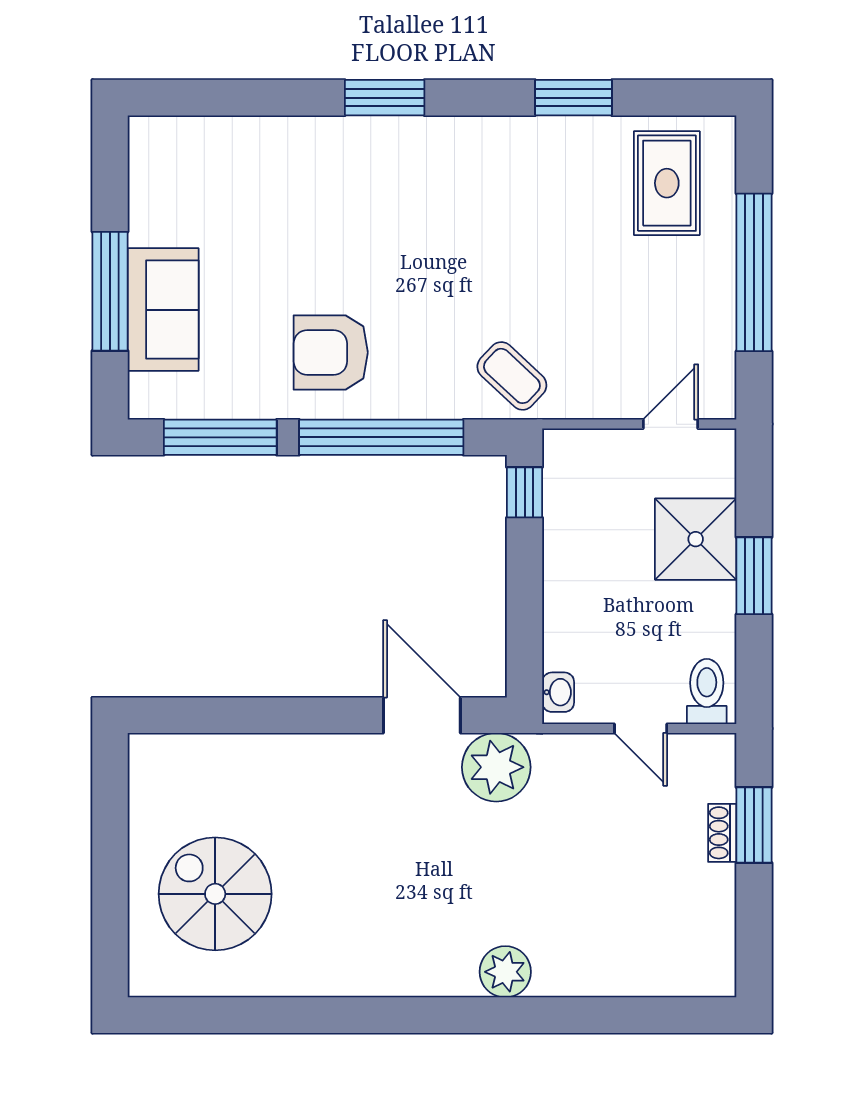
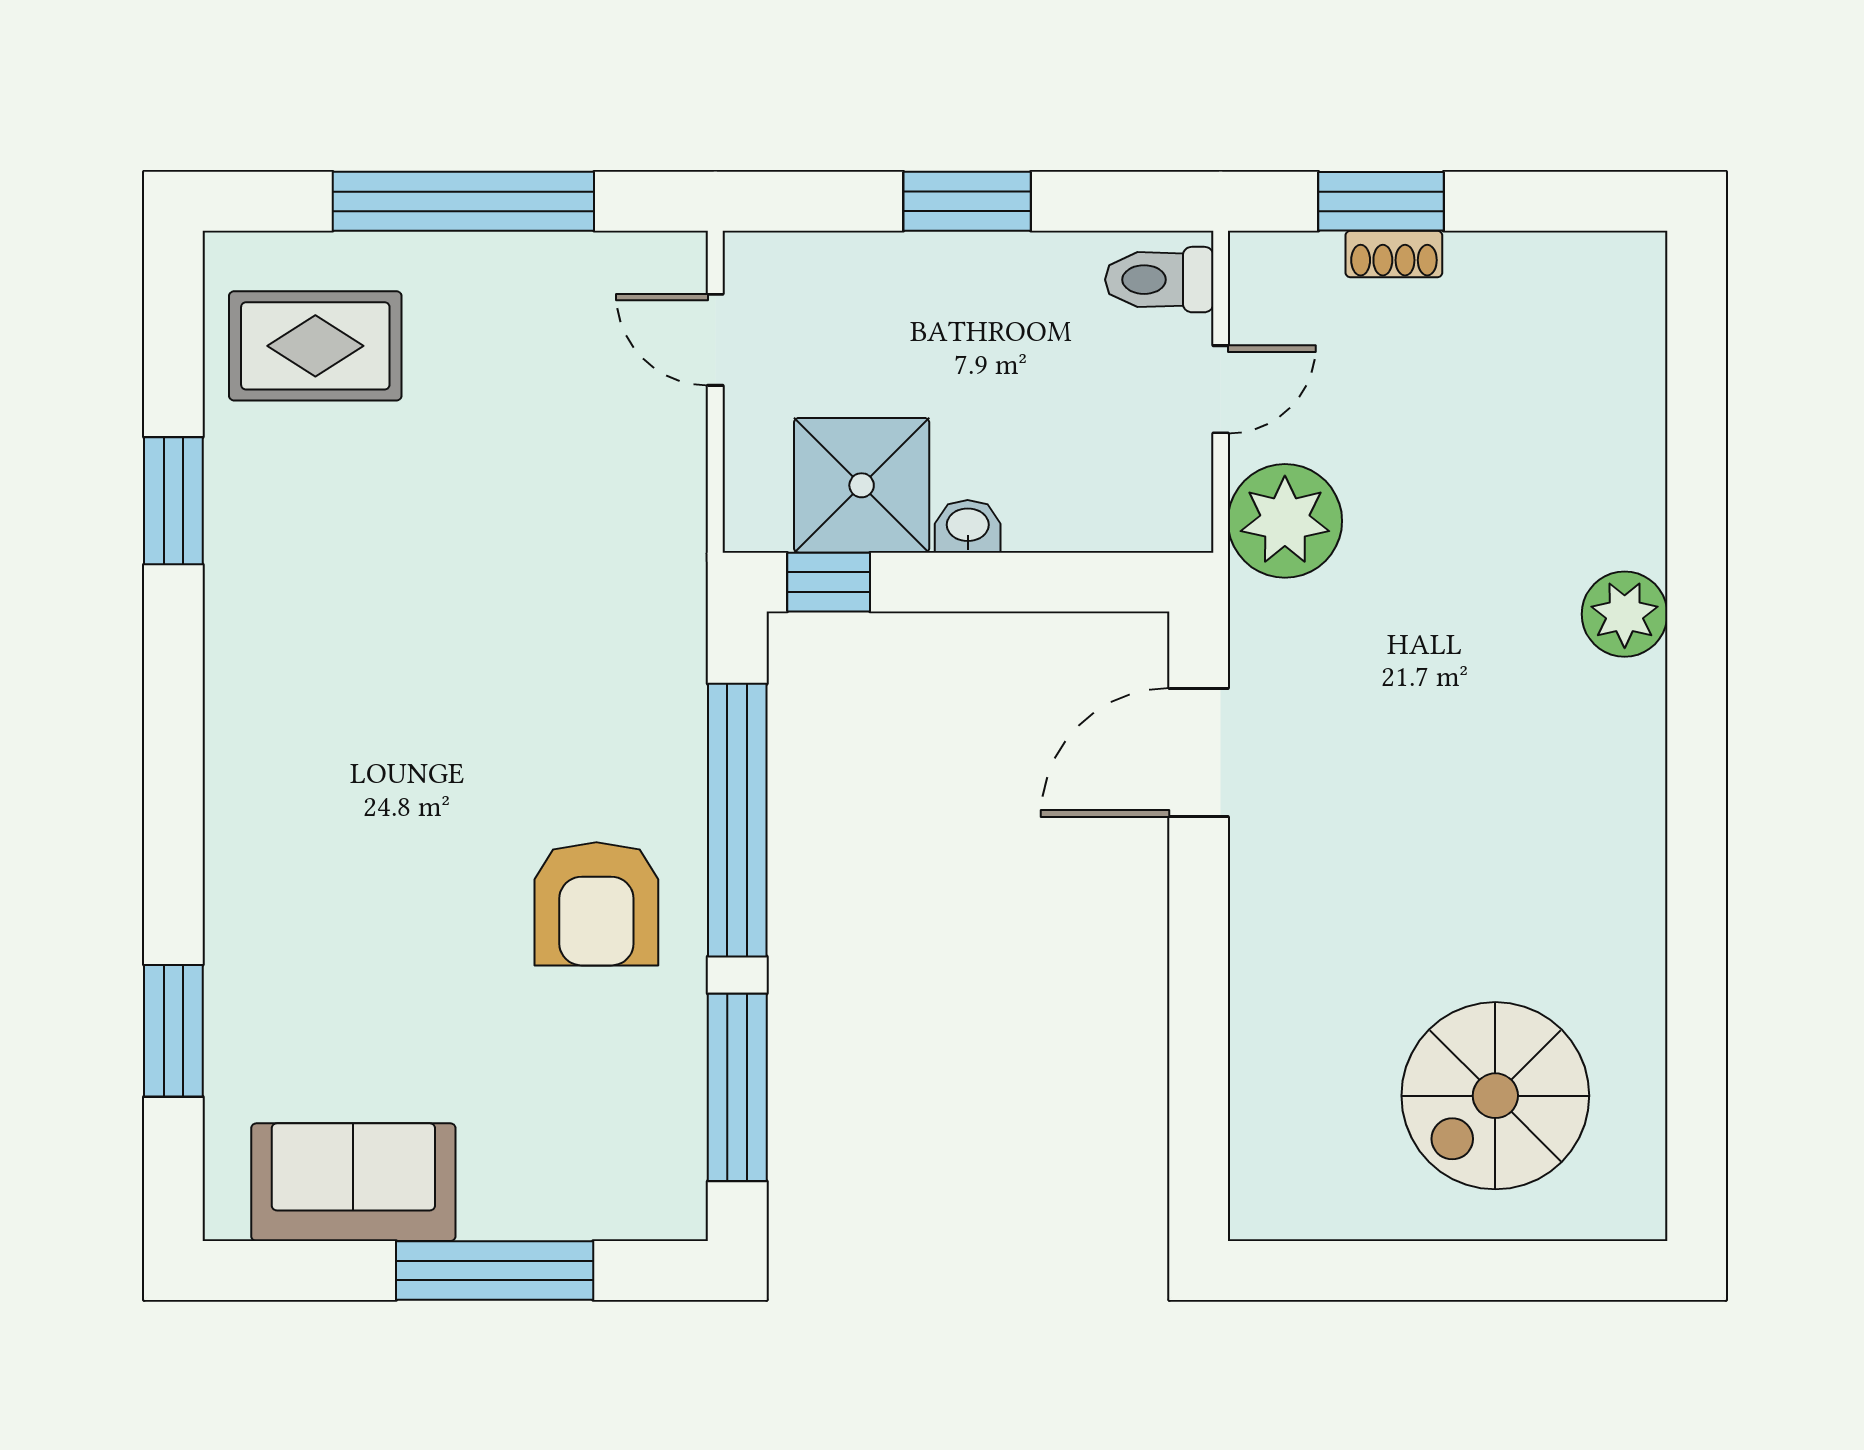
window: (385, 98) -> (173, 1031), moved
sofa: (163, 310) -> (353, 1182), moved
coffee table: (512, 376) -> (635, 603), removed
shower: (696, 539) -> (862, 485), moved
washbasin: (558, 692) -> (968, 526), moved
plant: (496, 767) -> (1285, 521), moved

